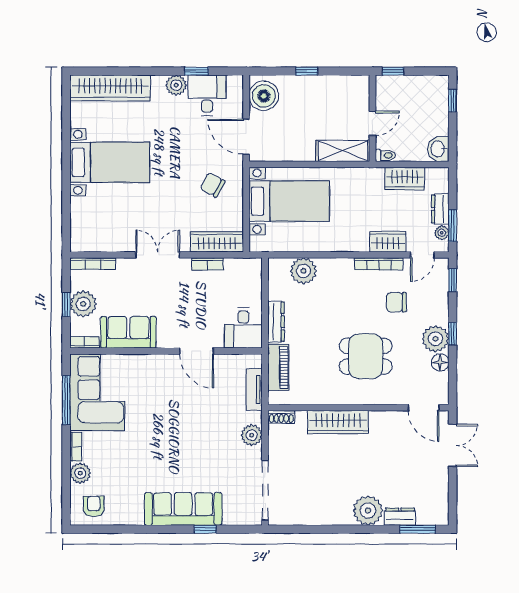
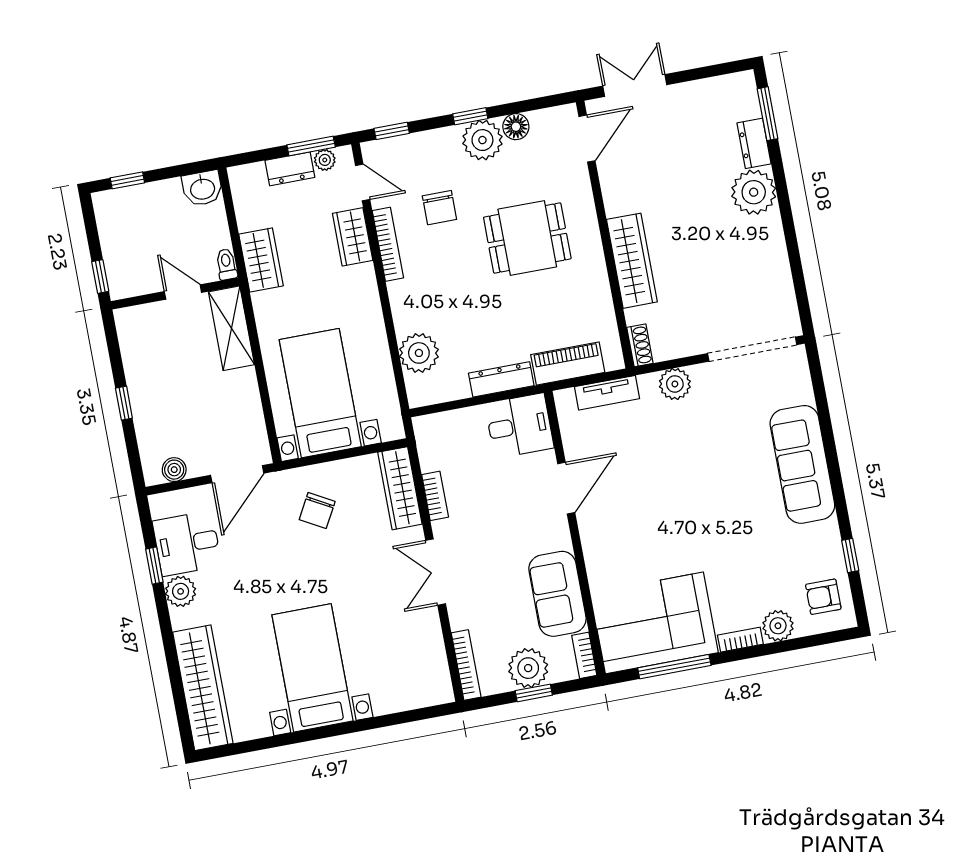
boiler: (264, 96) -> (174, 470), width x0.54, depth x0.54
wardrobe: (405, 179) -> (261, 260), moved
dining table: (366, 356) -> (527, 238), turned 90
window: (205, 529) -> (850, 555), moved

